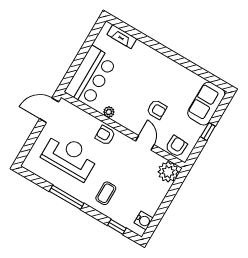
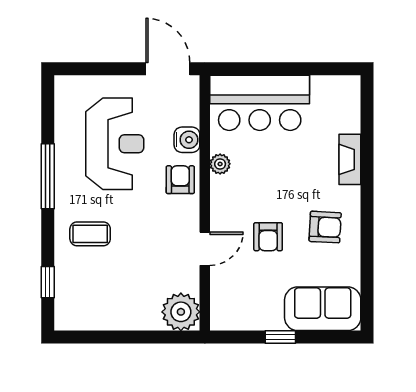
fireplace: (122, 37) -> (350, 159), moved
armchair: (176, 146) -> (325, 227), moved
water cooler: (144, 220) -> (187, 140), moved, turned -90

